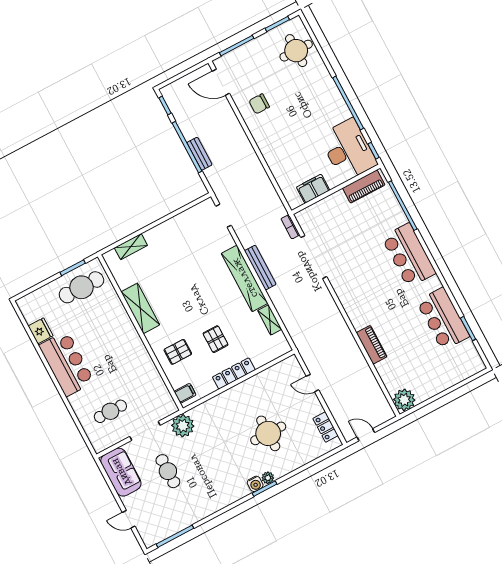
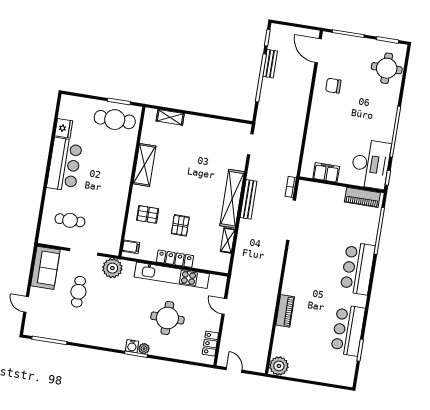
bench: (199, 154) -> (270, 64), moved
kitchen unit: (242, 391) -> (172, 275), added

